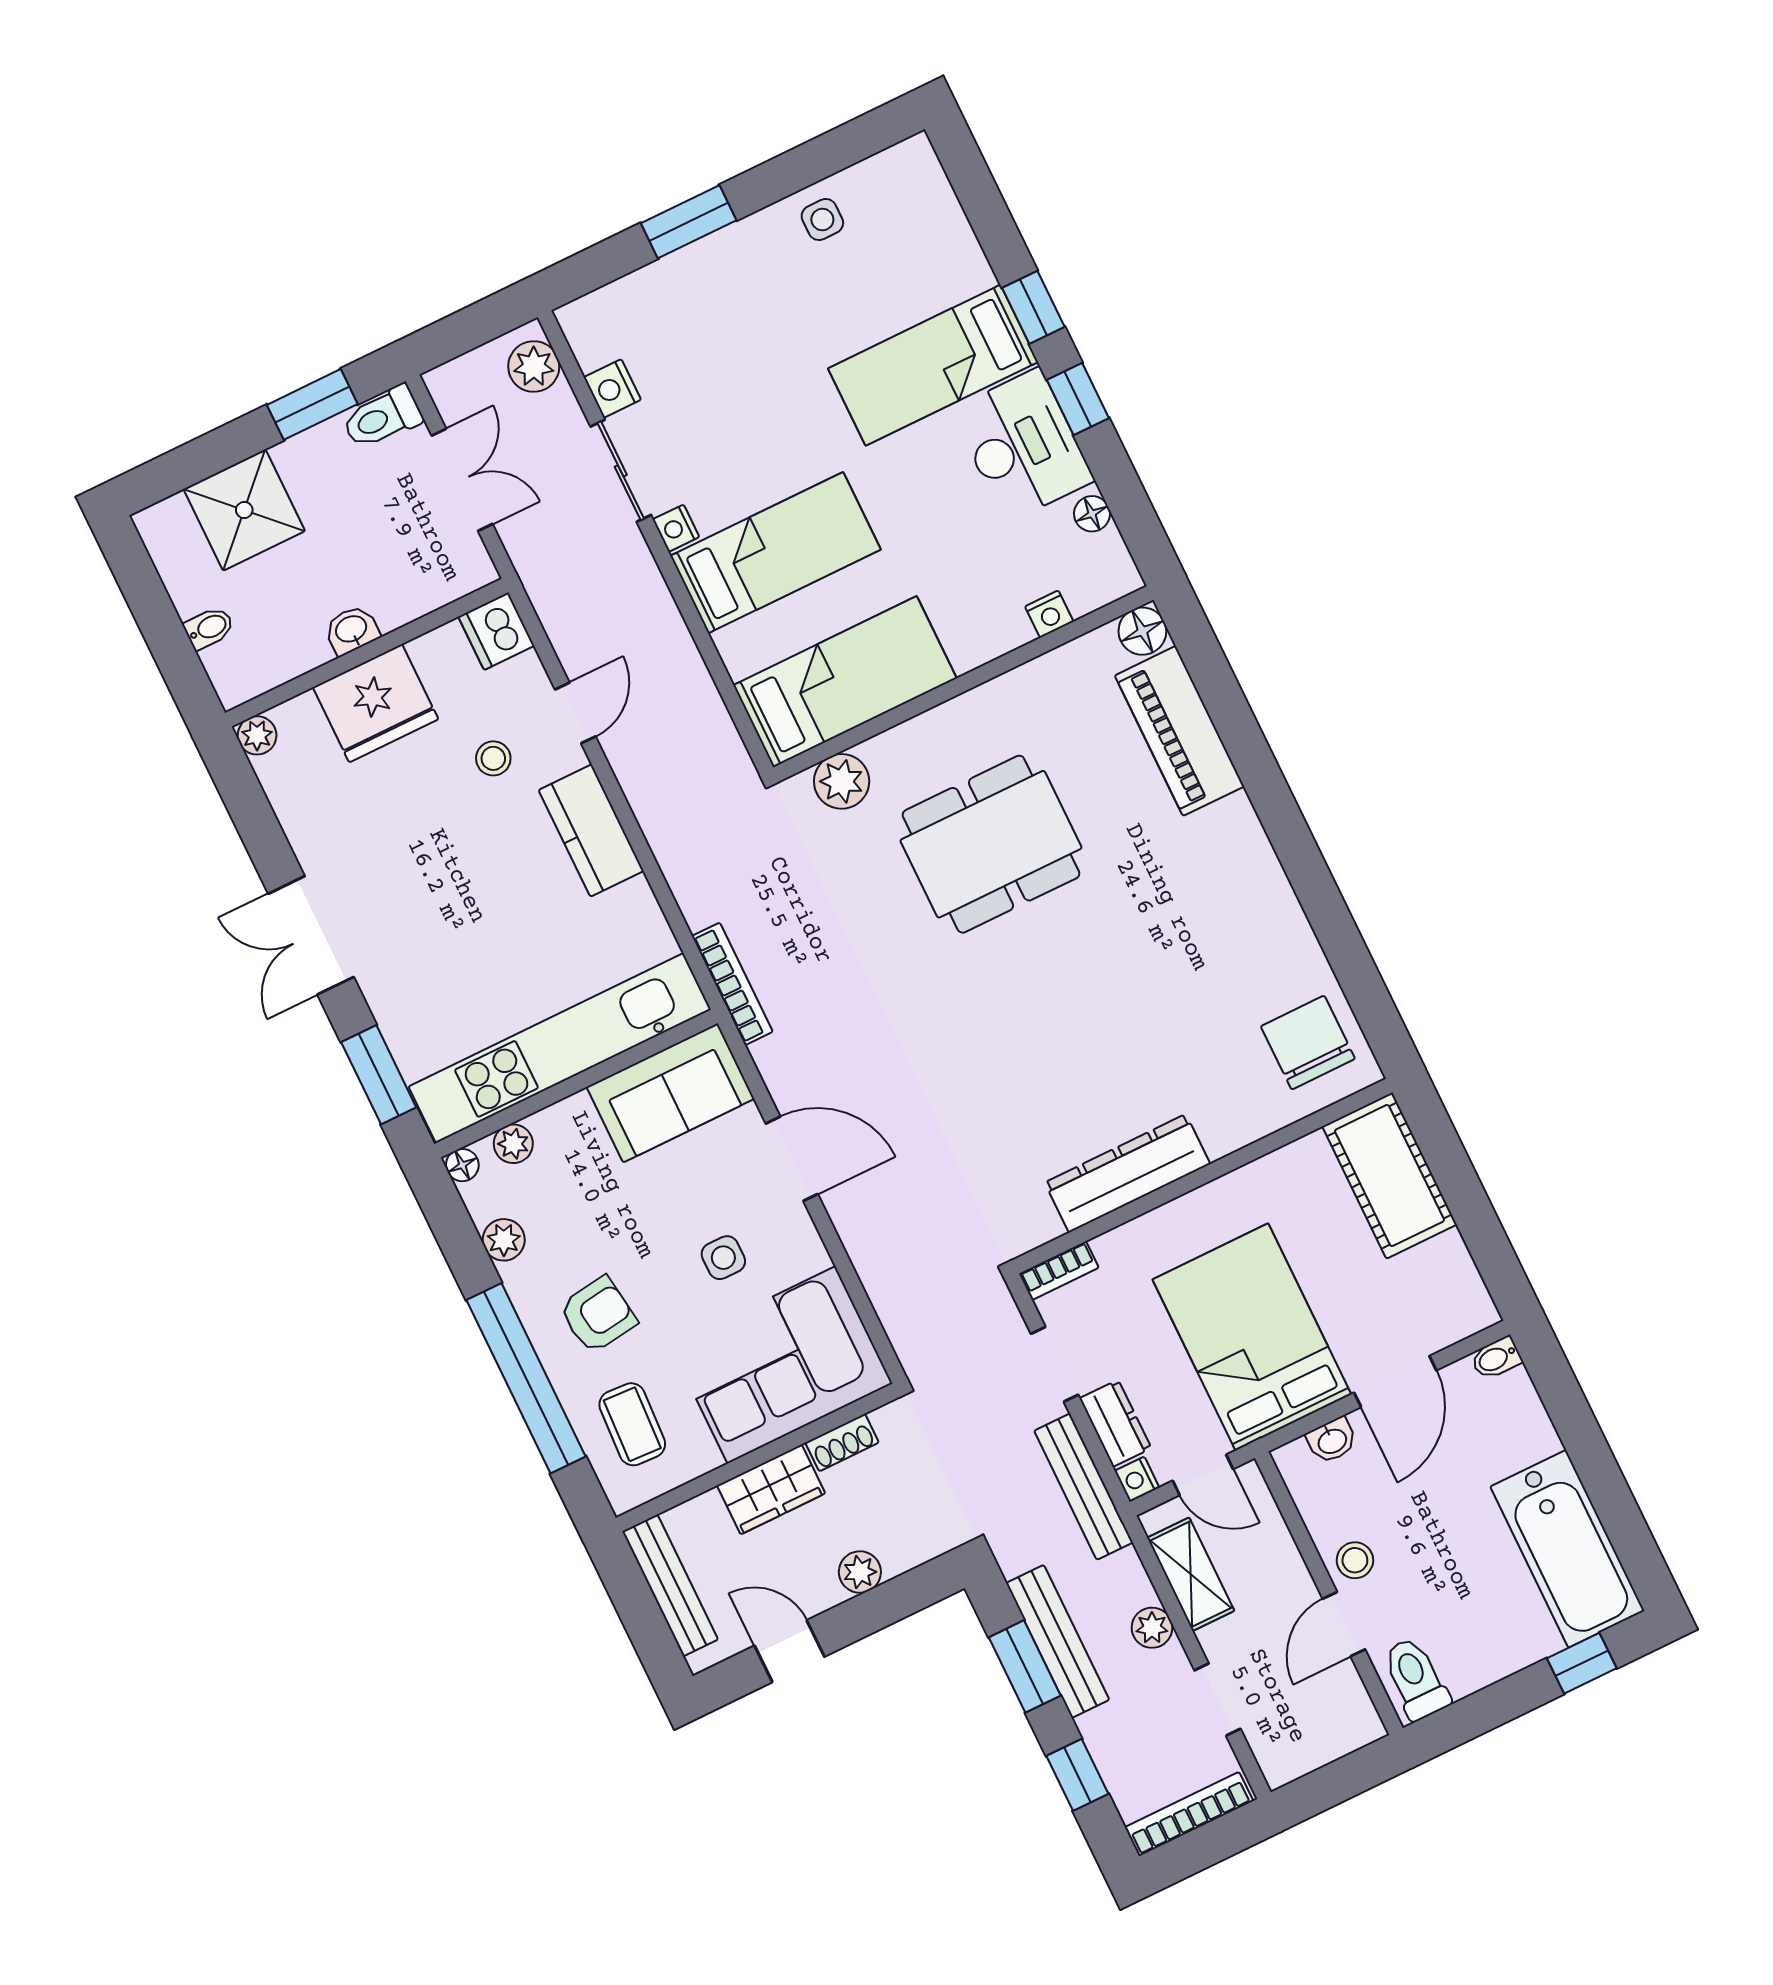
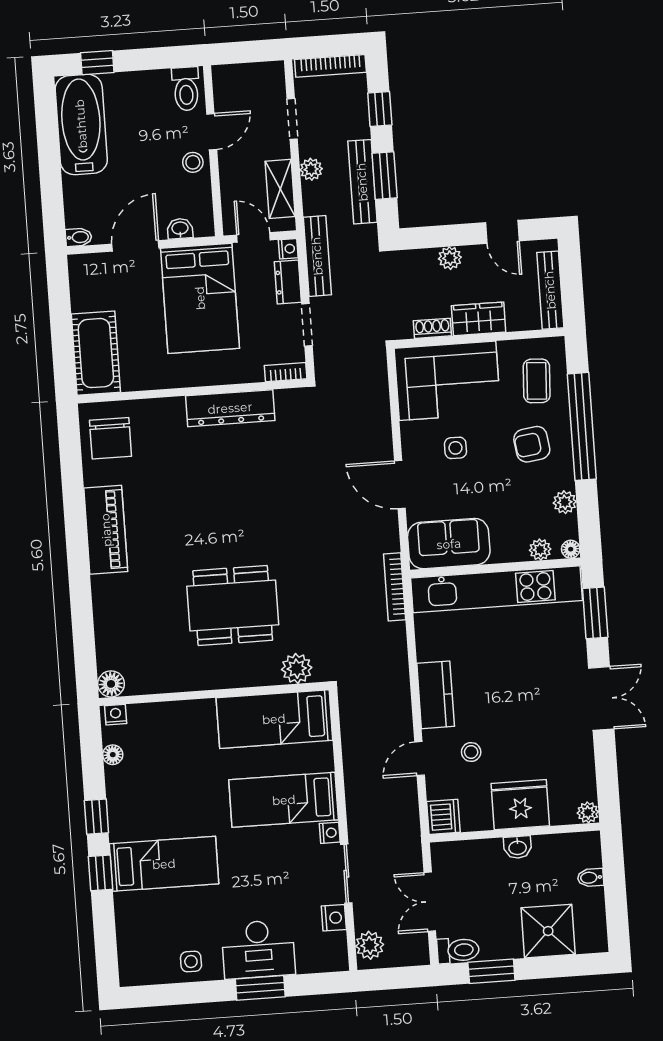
desk: (1023, 445) -> (258, 949), moved, turned -90
nightstand: (1049, 614) -> (116, 715), moved
piano: (1179, 731) -> (106, 530), moved

